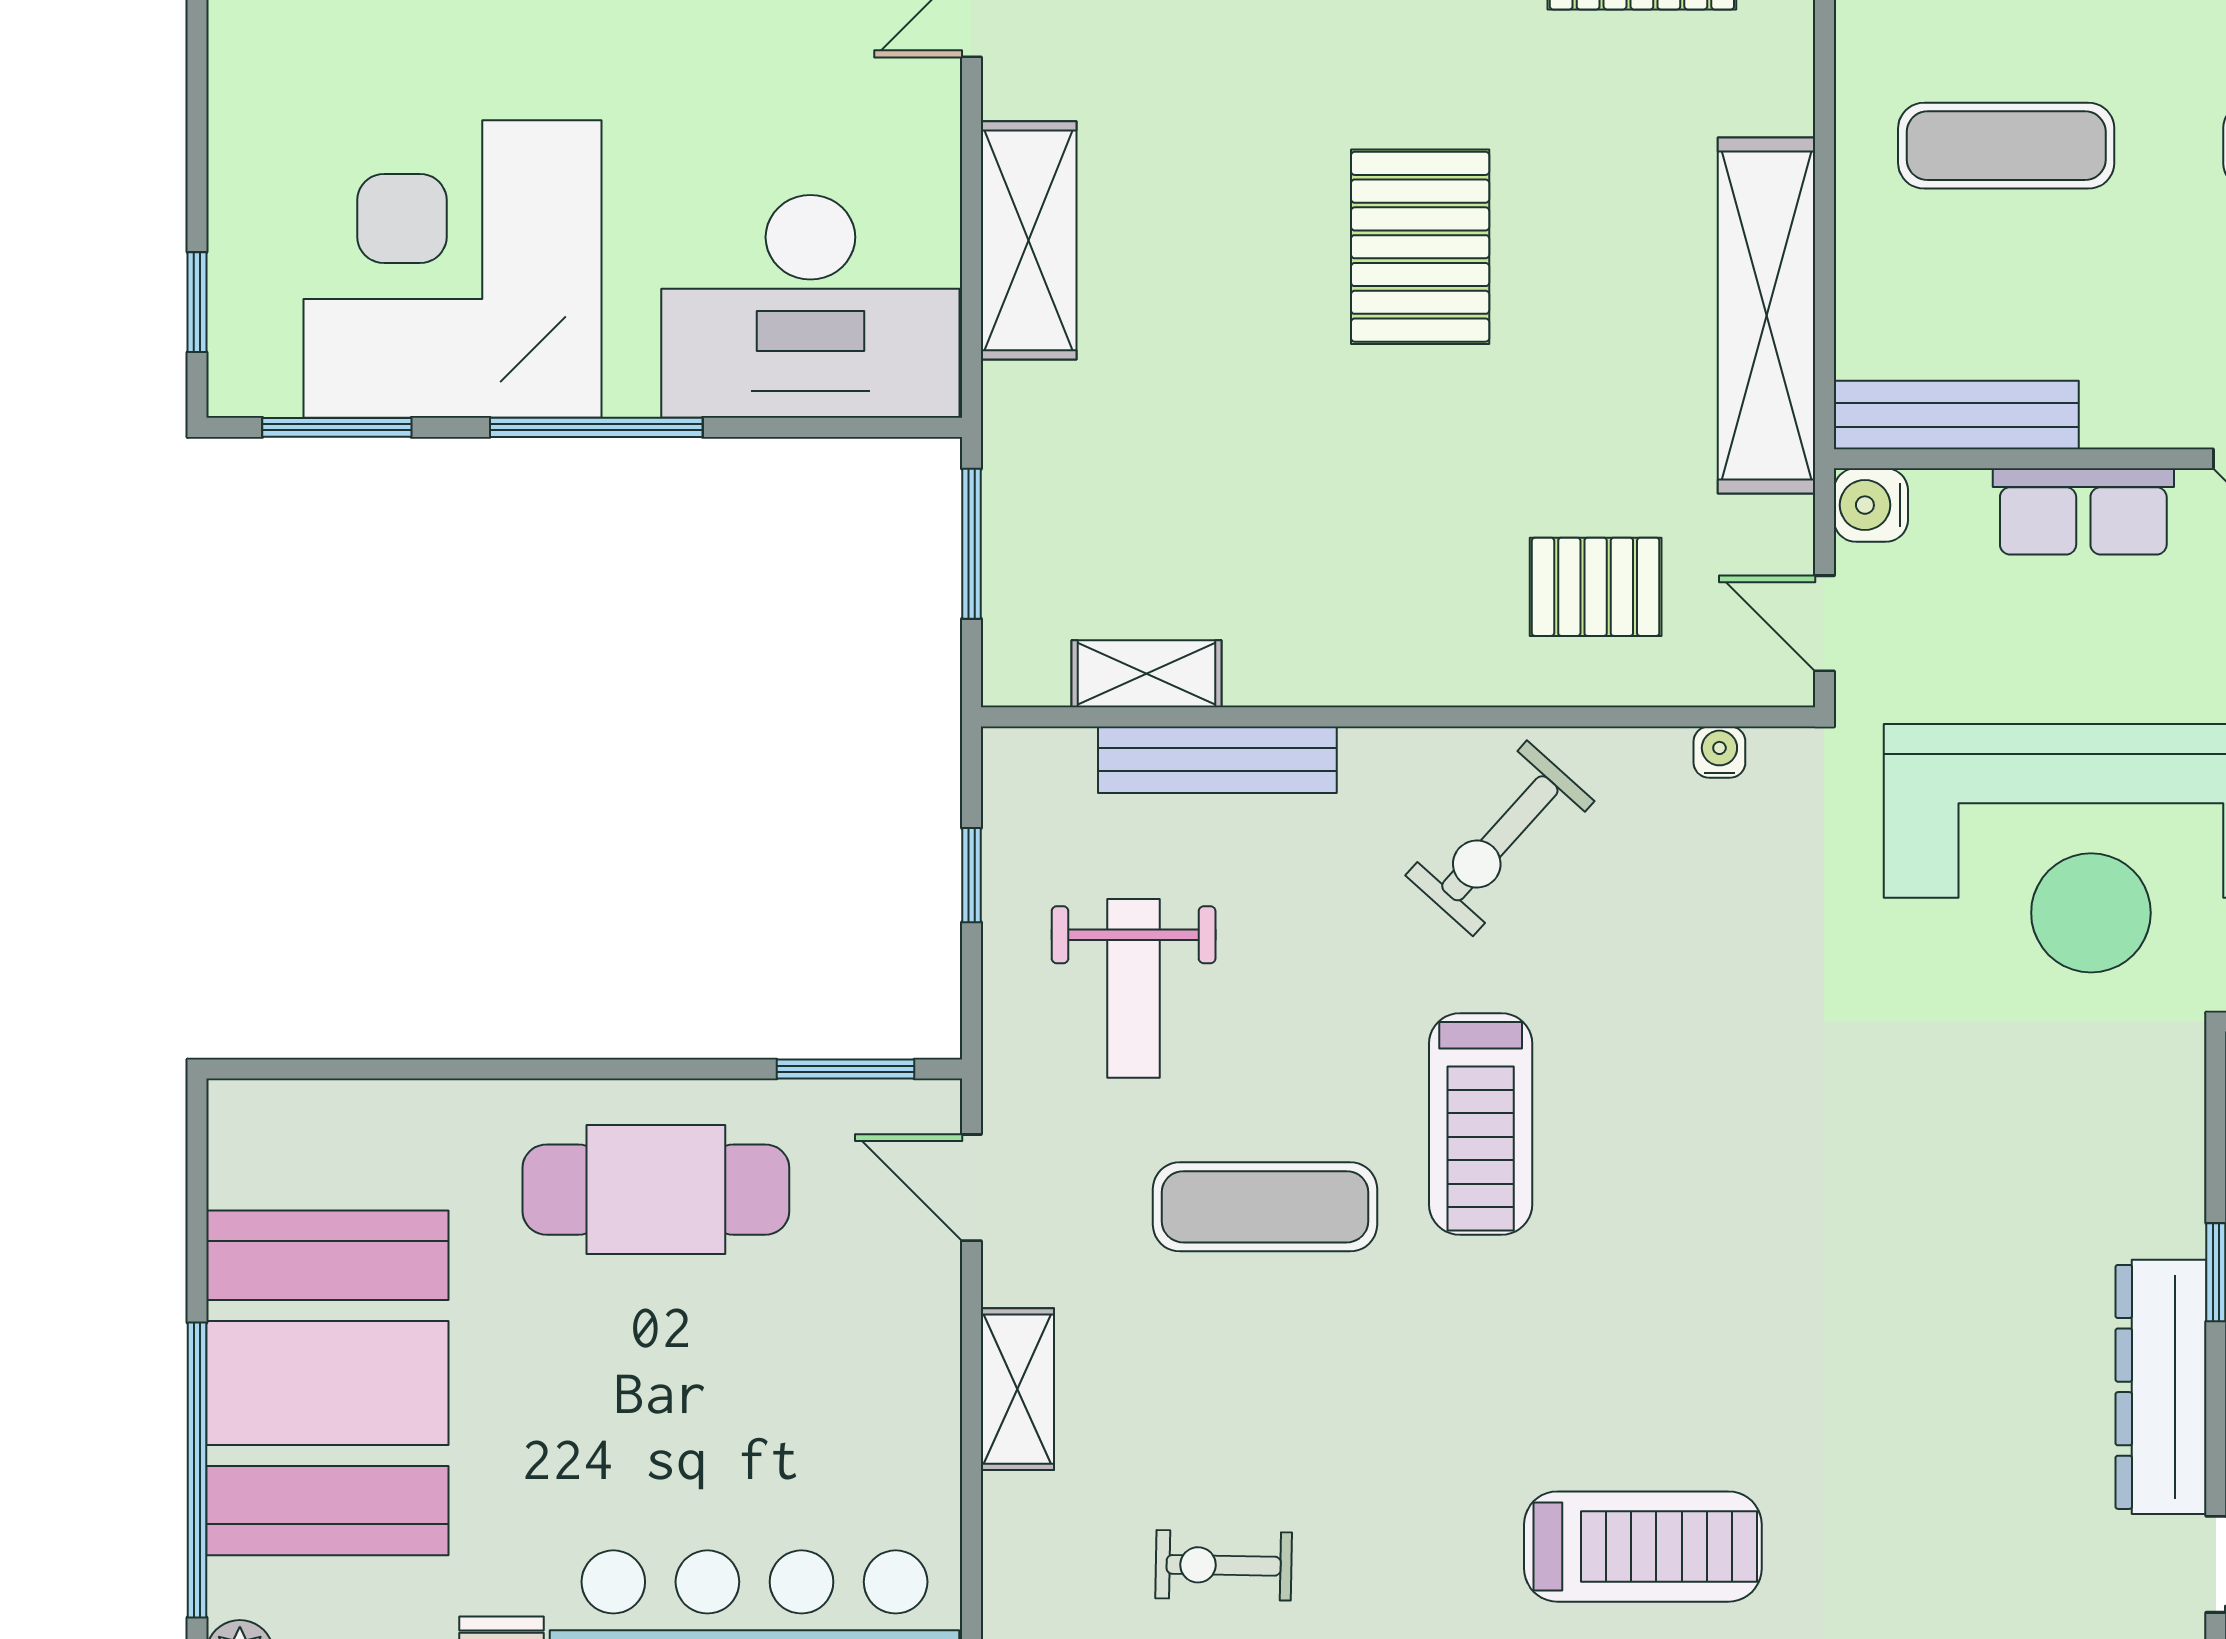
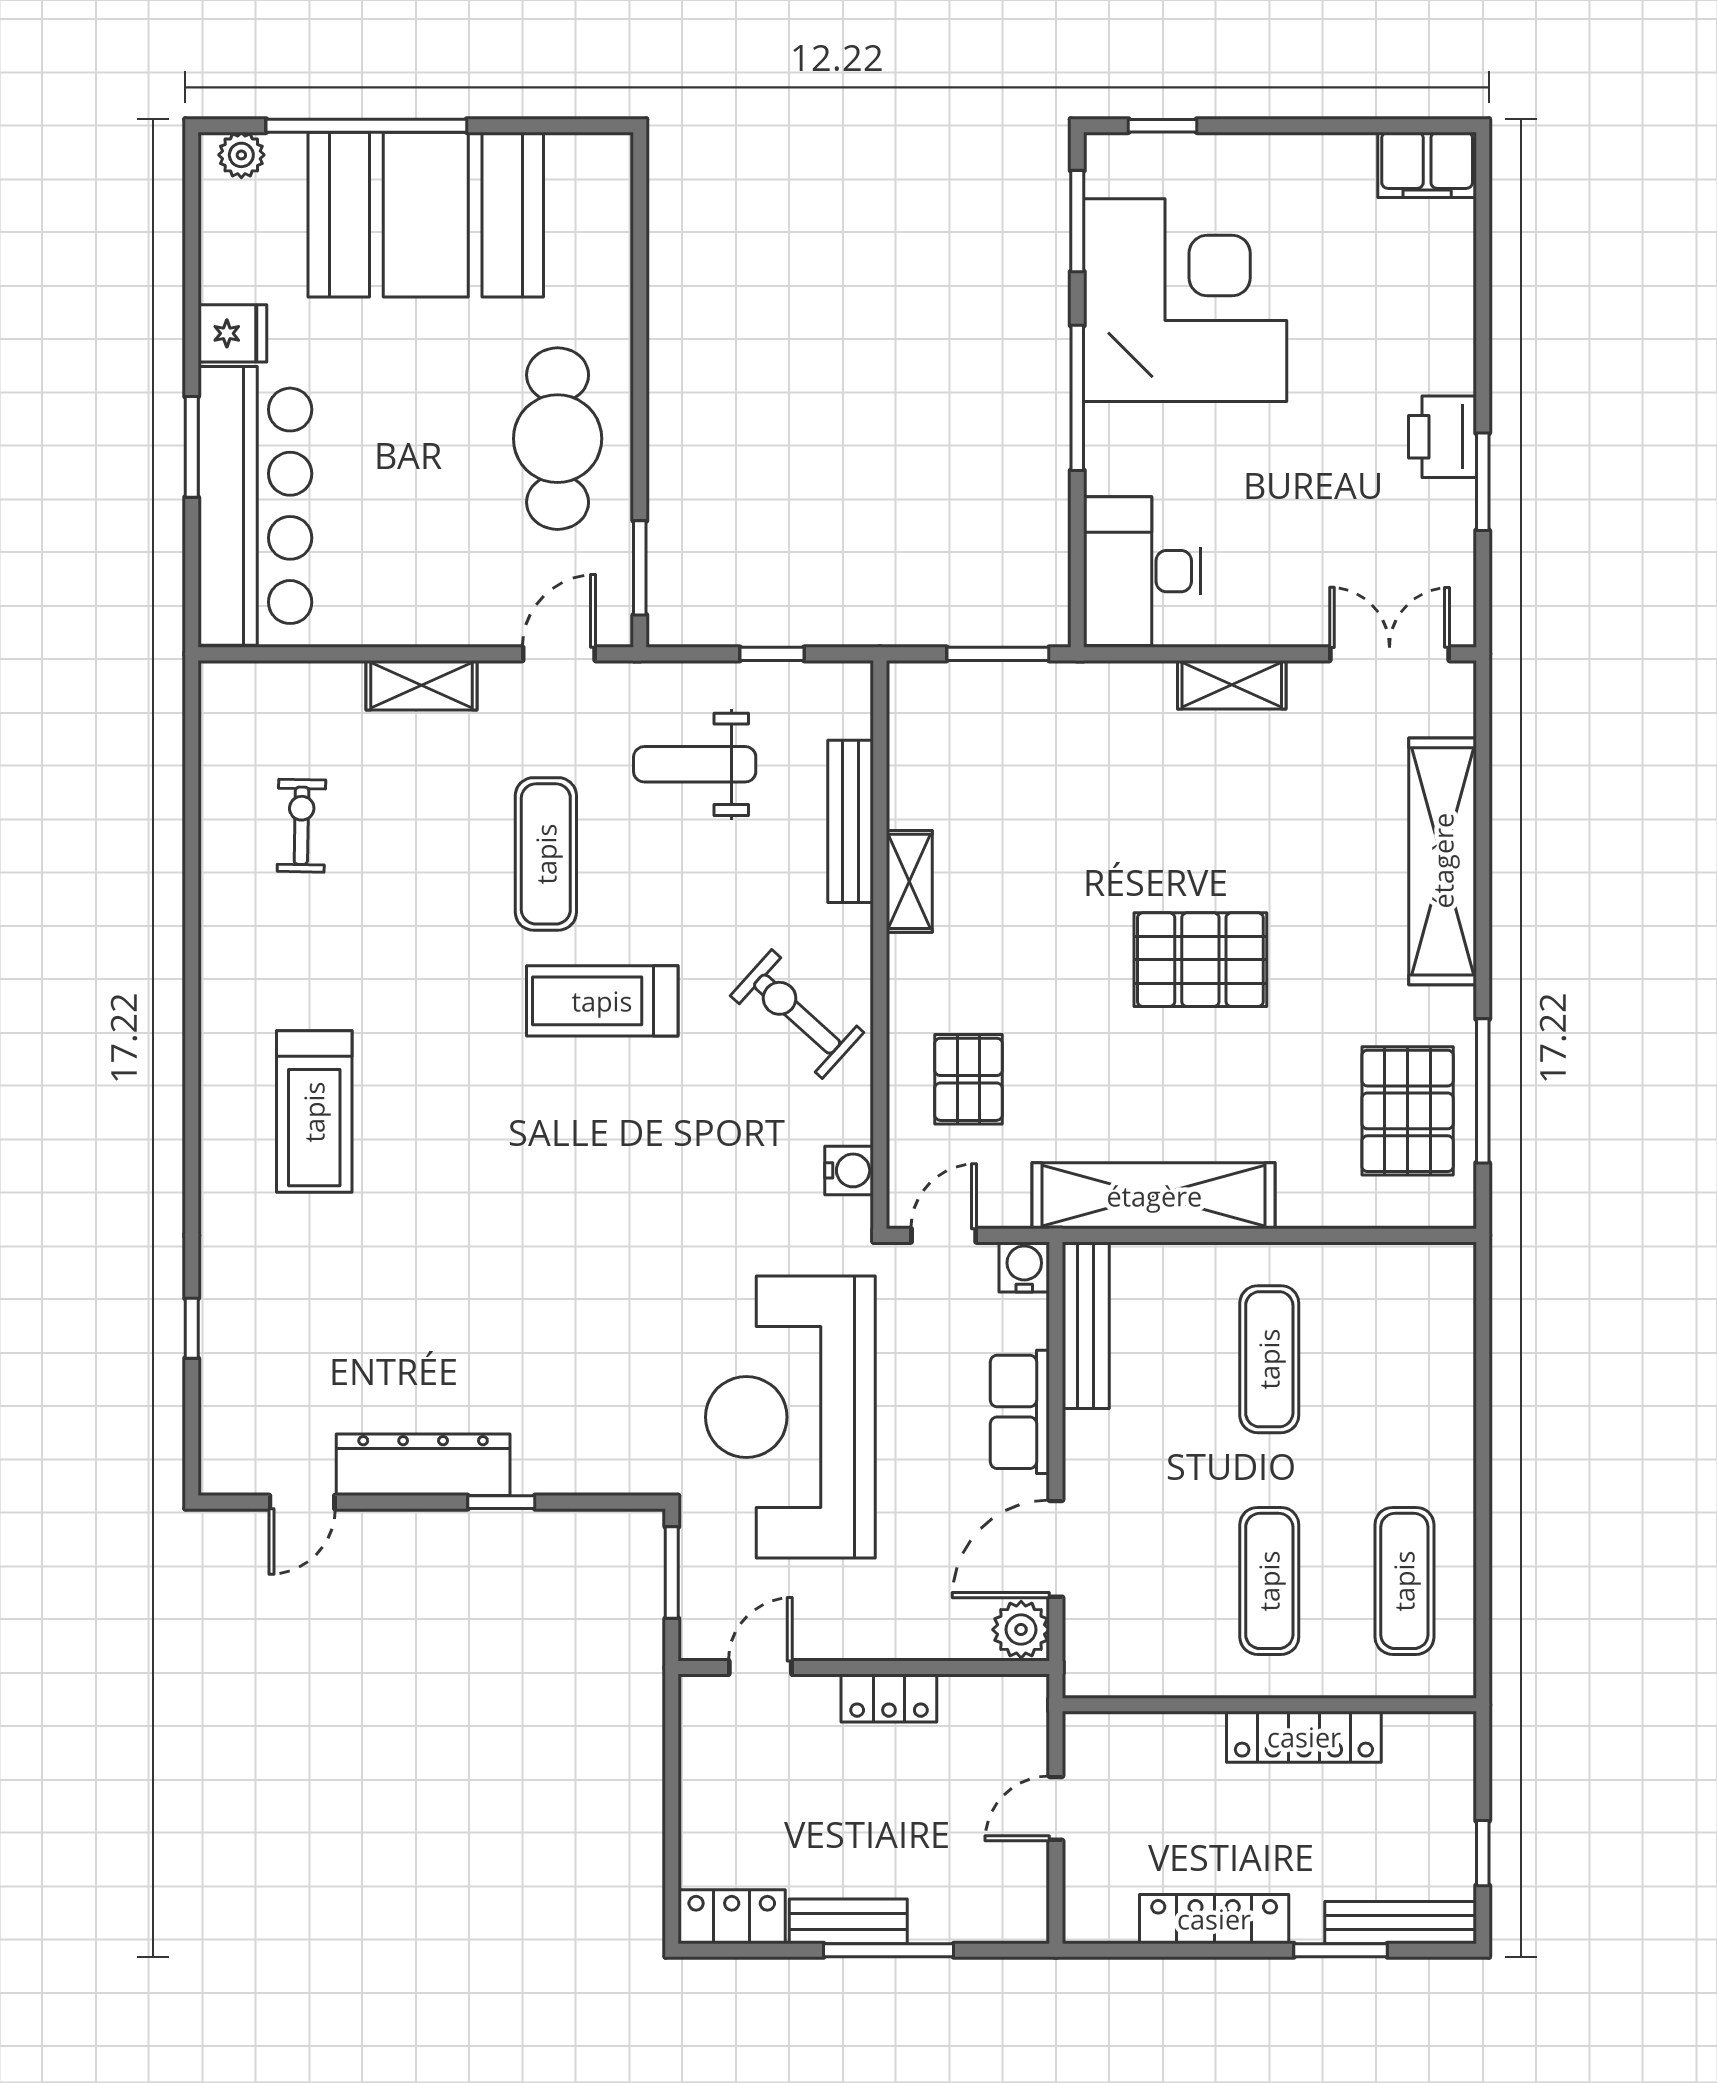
shelving: (1029, 240) -> (1232, 685), width x0.67, depth x0.75
desk: (810, 306) -> (1142, 571), width x0.73, depth x0.77
shelving: (1147, 674) -> (909, 881), moved
water cooler: (1719, 752) -> (849, 1170), width x1.38, depth x1.38

